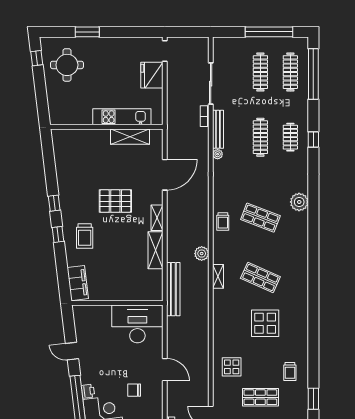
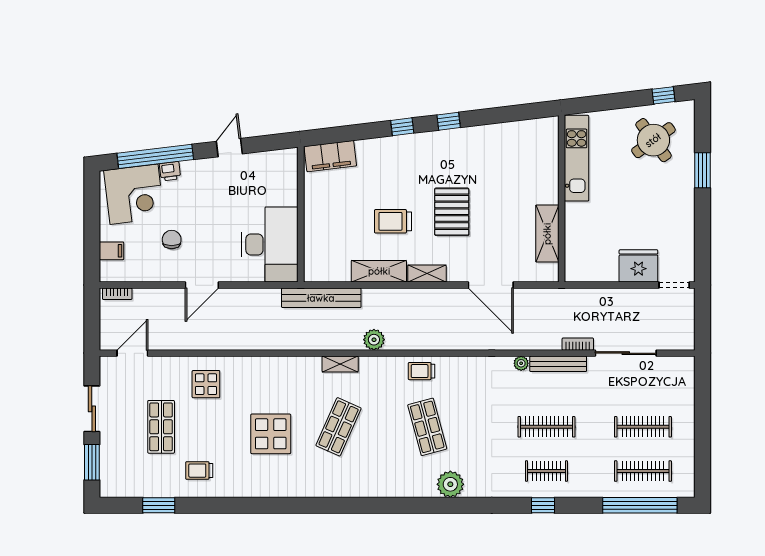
window: (269, 32) -> (702, 440), removed
round table: (67, 65) -> (653, 140), turned -36
kitchen unit: (122, 117) -> (577, 158), moved
shop shelf: (260, 218) -> (427, 427), turned -36
trolley: (85, 236) -> (393, 221), moved

